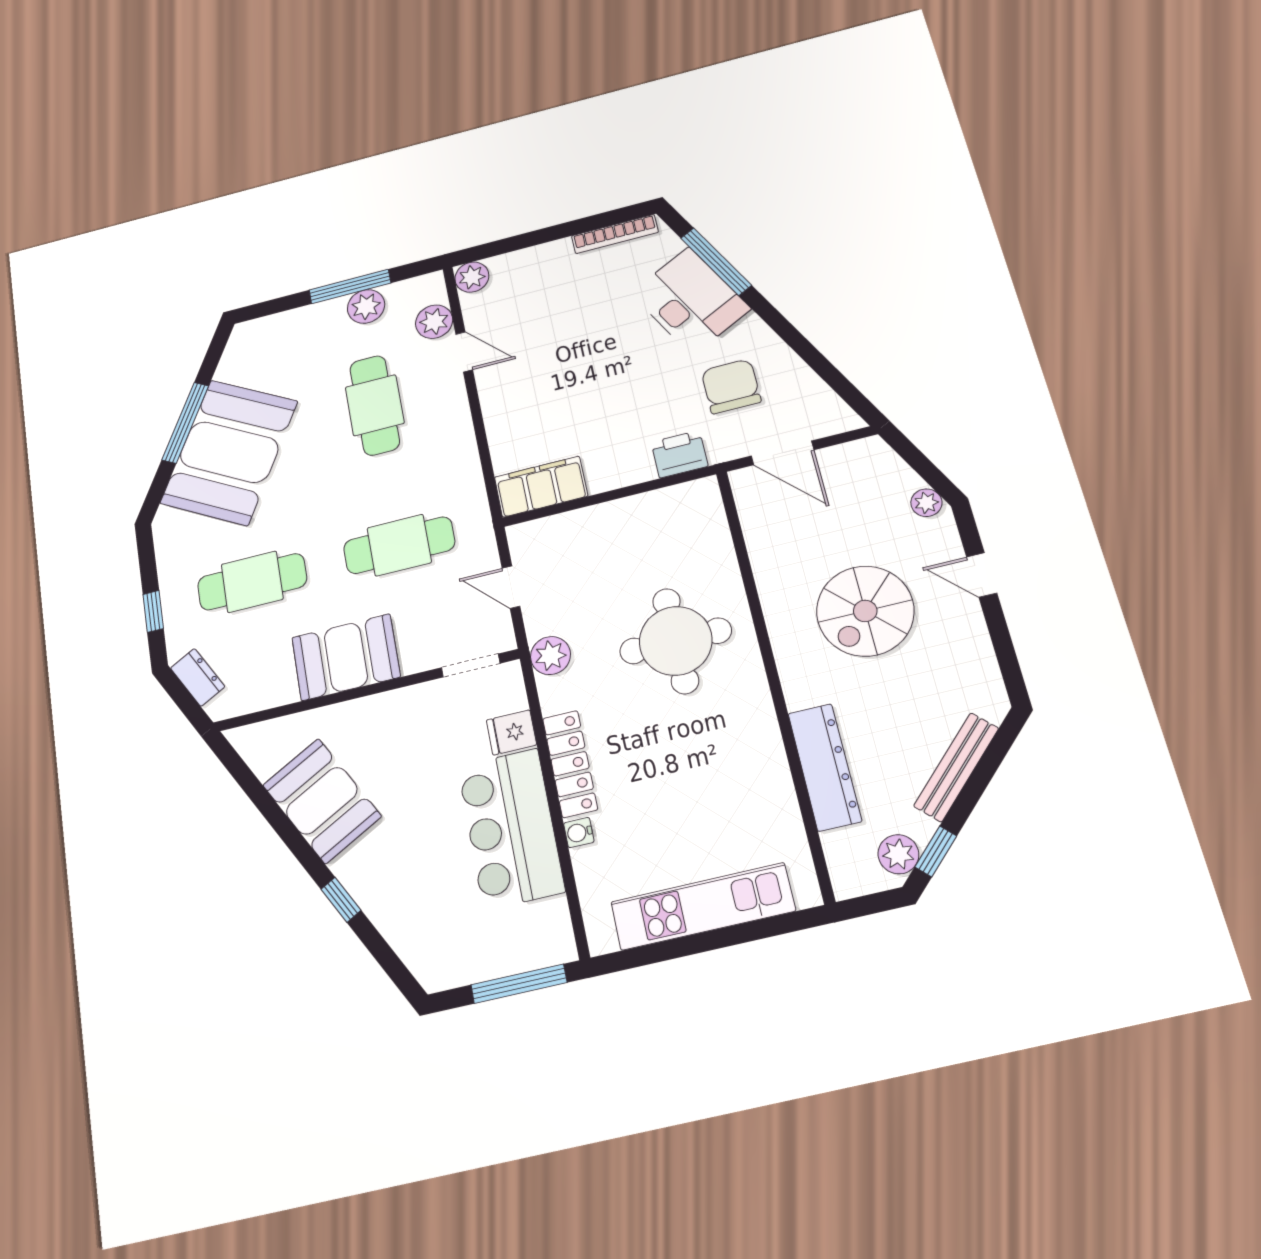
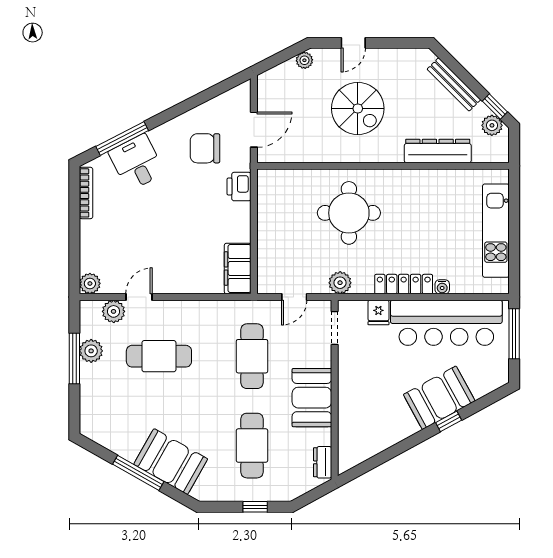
desk: (690, 301) -> (137, 162), width x0.73
booth: (229, 452) -> (171, 462), width x0.73, depth x0.70
dresser: (198, 677) -> (323, 462), moved, turned -61
booth: (322, 801) -> (439, 398), moved
bar counter: (511, 828) -> (446, 323), width x1.36

